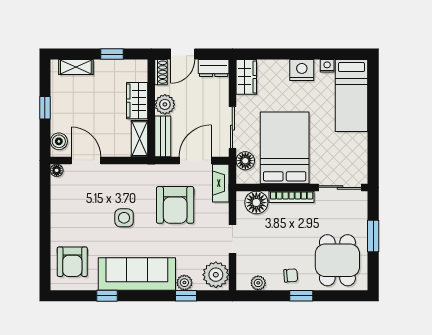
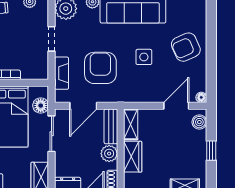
door: (86, 160) -> (176, 106), swing flipped
fireplace: (221, 183) -> (62, 73), moved
floor lamp: (256, 203) -> (31, 70), removed
armchair: (72, 262) -> (186, 47), moved, turned -114

